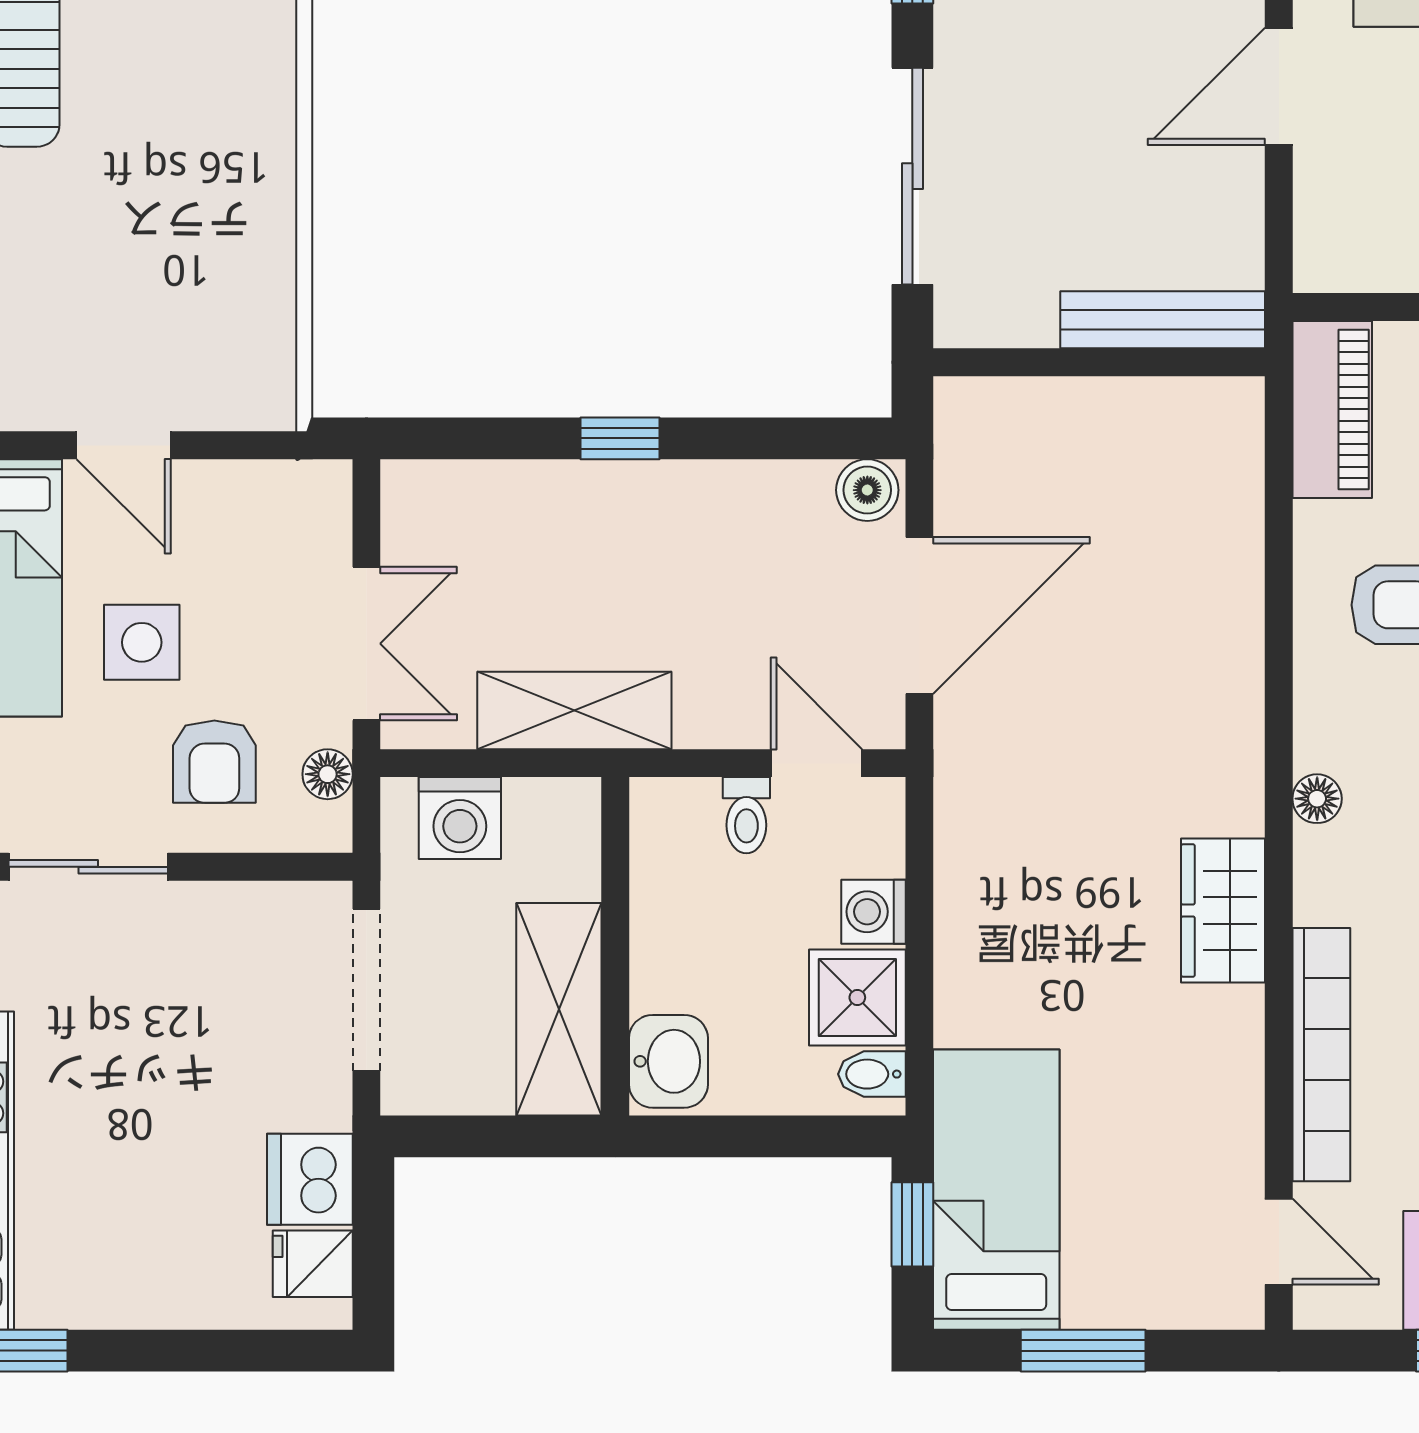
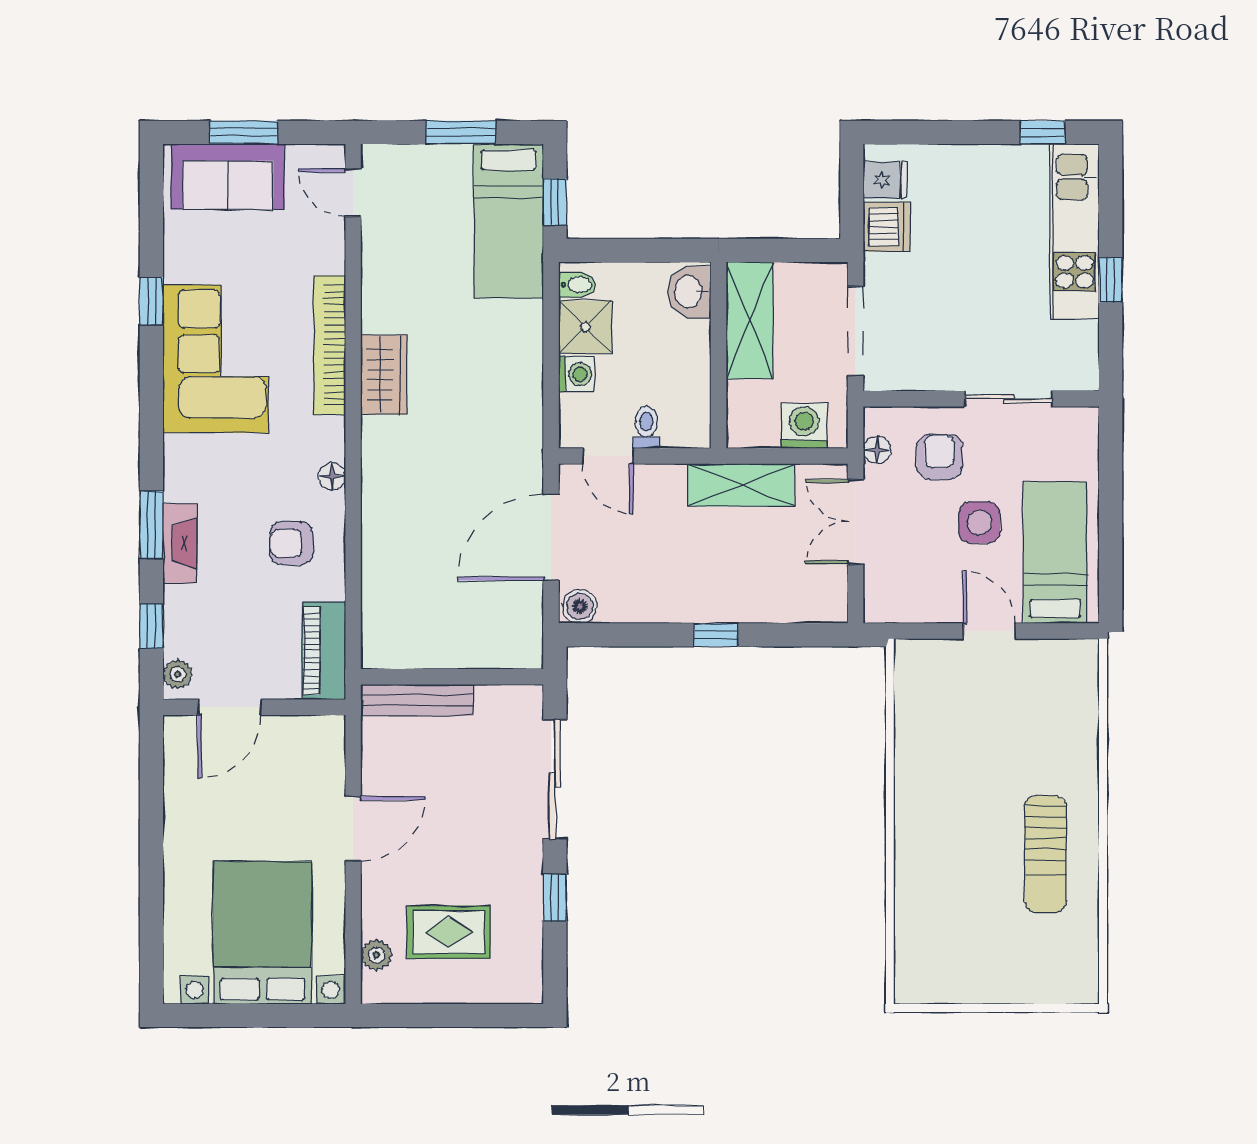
floor lamp: (1317, 799) -> (332, 476), moved
bookcase: (1321, 1055) -> (330, 345), moved

